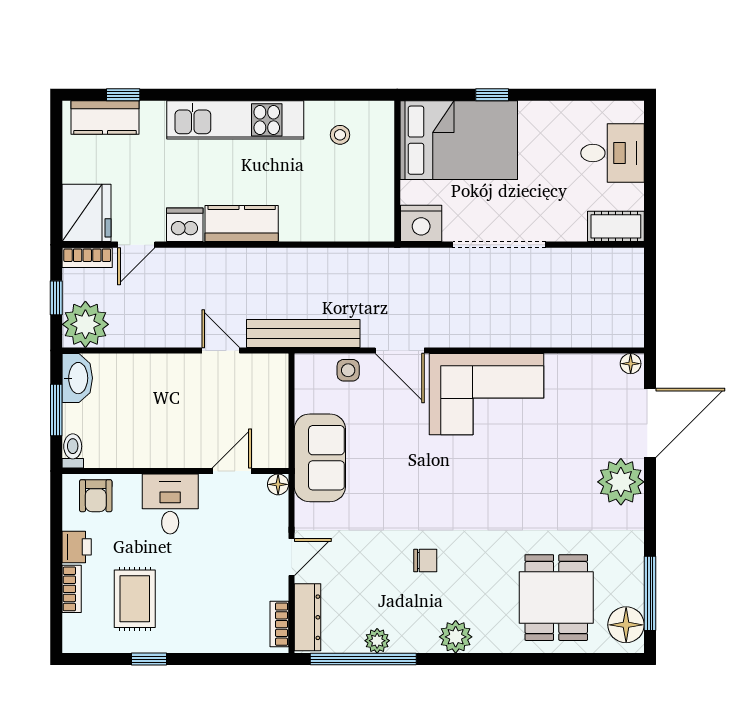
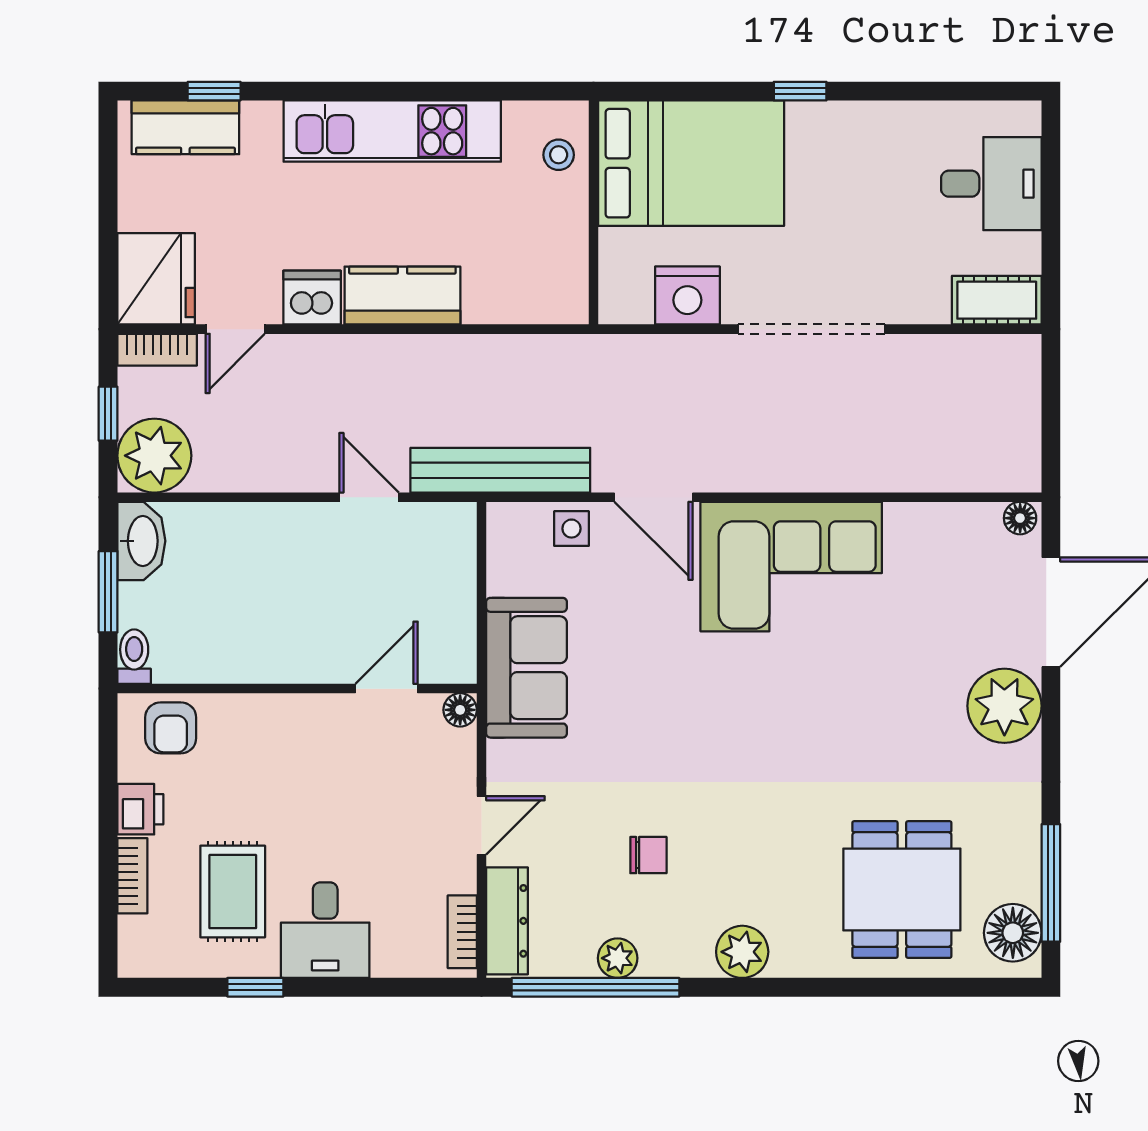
bed: (459, 140) -> (691, 163), moved
wall: (397, 171) -> (593, 212), moved
desk: (170, 504) -> (325, 930), moved, turned 180
chair: (425, 561) -> (648, 855), moved

